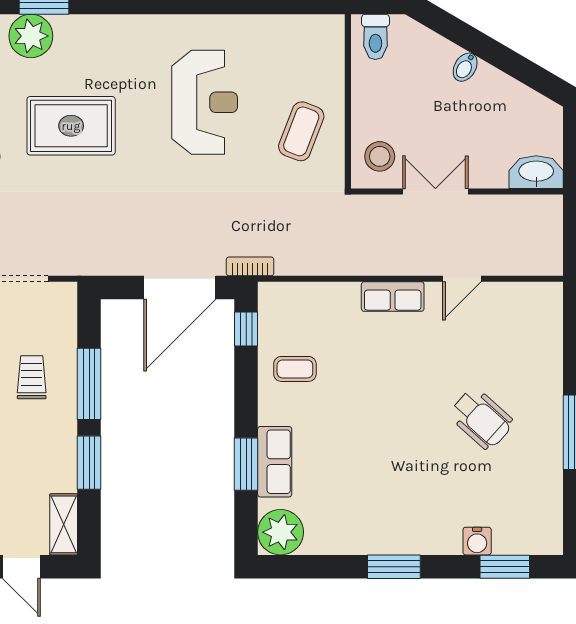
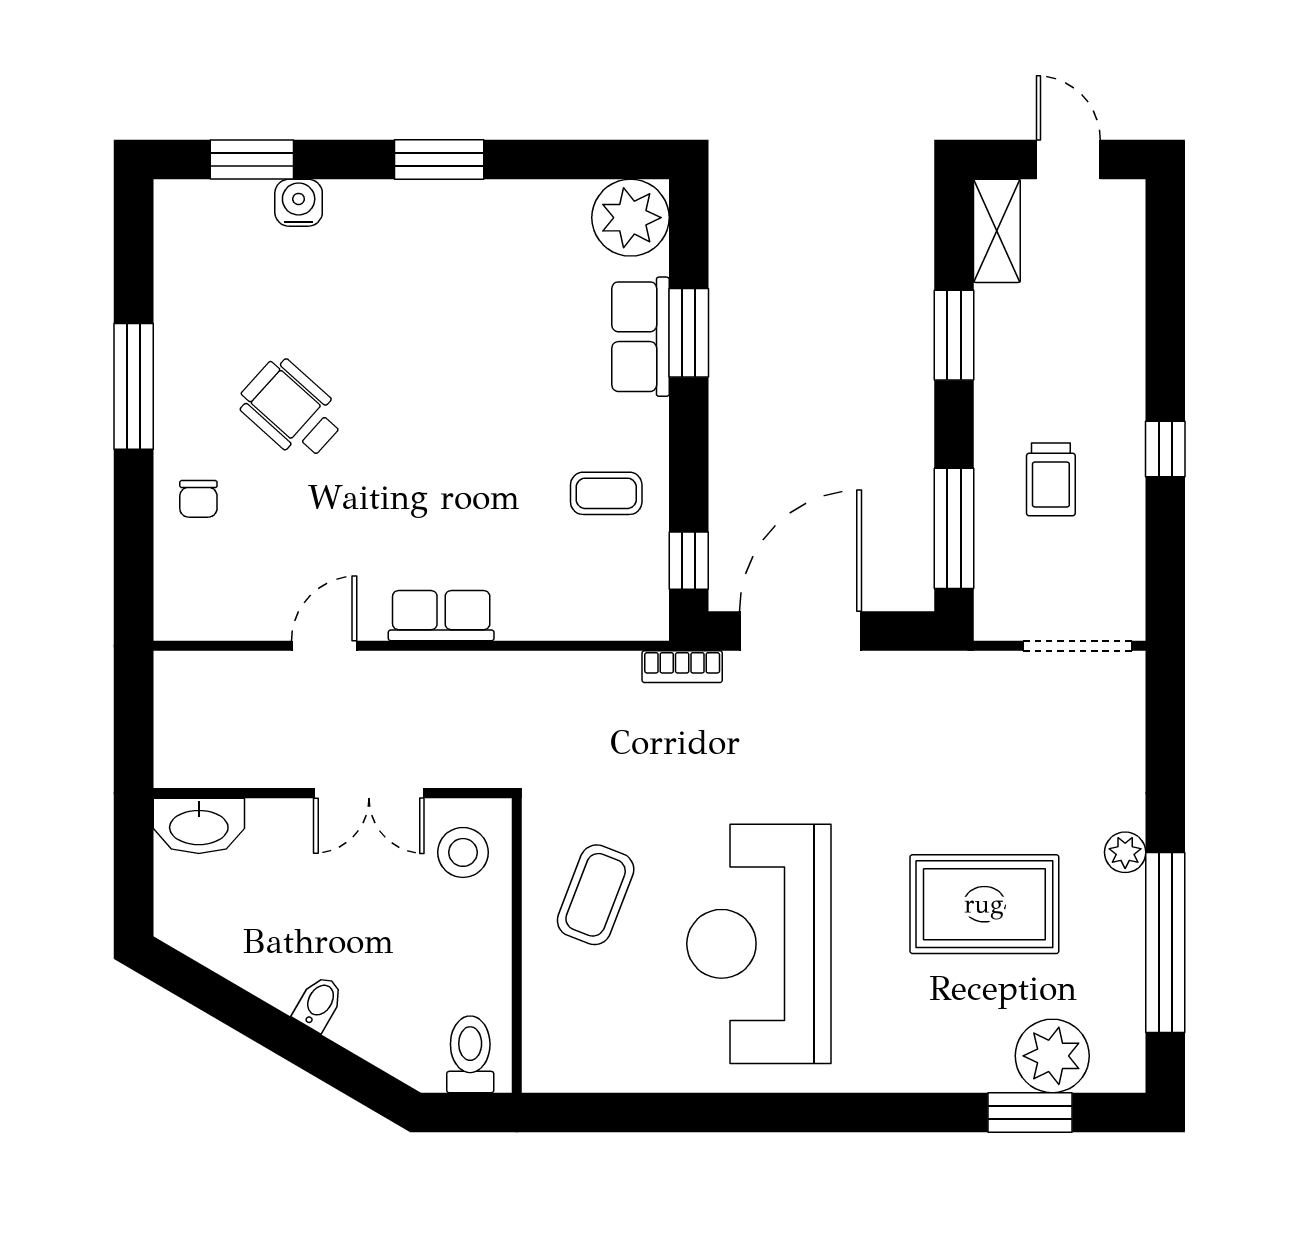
reception desk: (205, 102) -> (759, 944), width x1.36, depth x1.30
chair: (536, 366) -> (198, 499), added
window: (89, 384) -> (954, 528), moved

